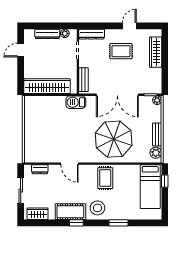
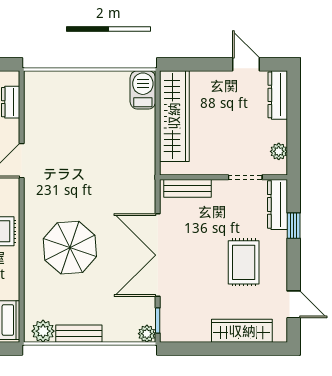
window: (102, 26) -> (294, 226), added
door: (129, 26) -> (294, 304), moved
dresser: (47, 34) -> (278, 95), moved
barbecue: (76, 102) -> (143, 90), moved
parasol: (114, 139) -> (70, 248), width x0.73, depth x0.73

